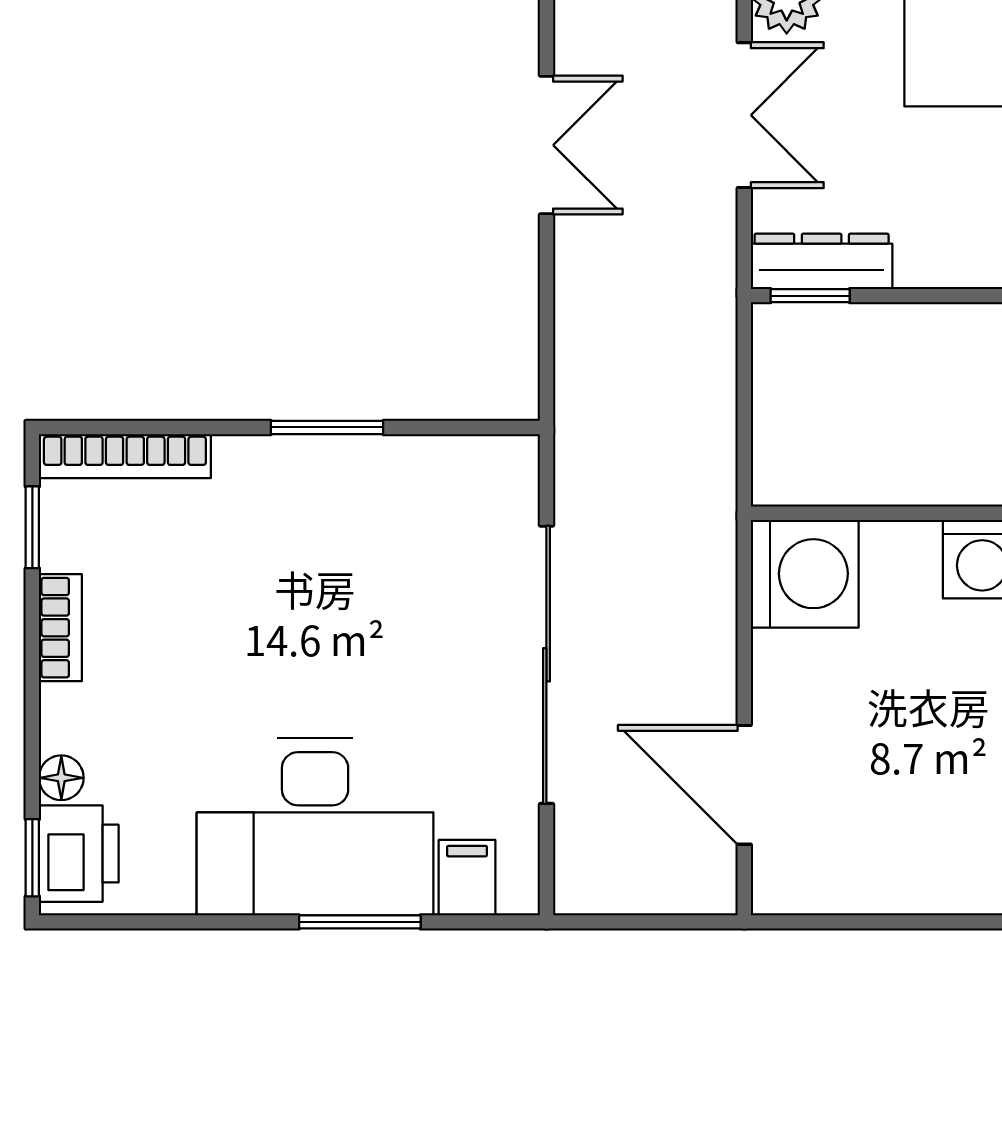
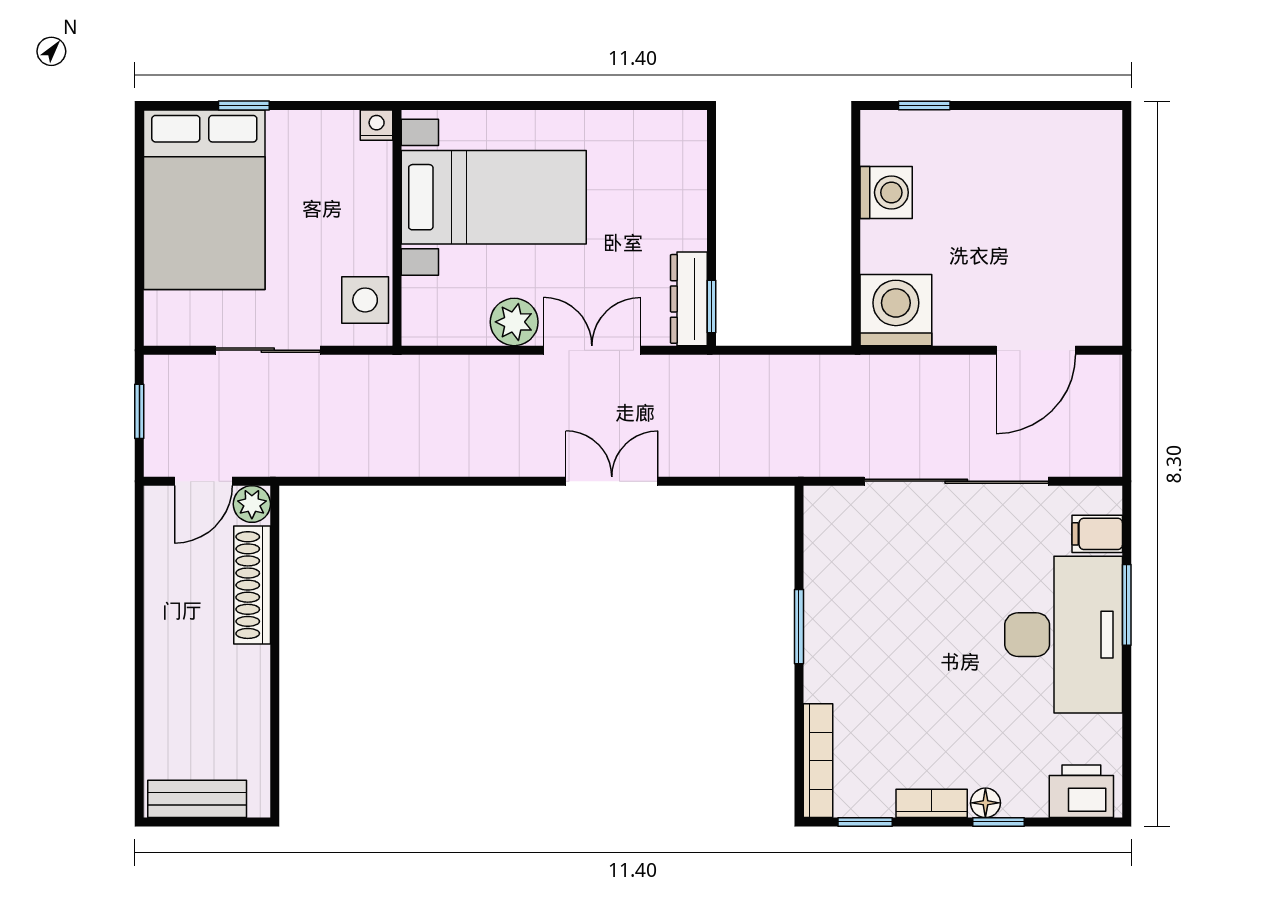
floor lamp: (61, 778) -> (985, 803), moved
window: (32, 858) -> (998, 822), moved

